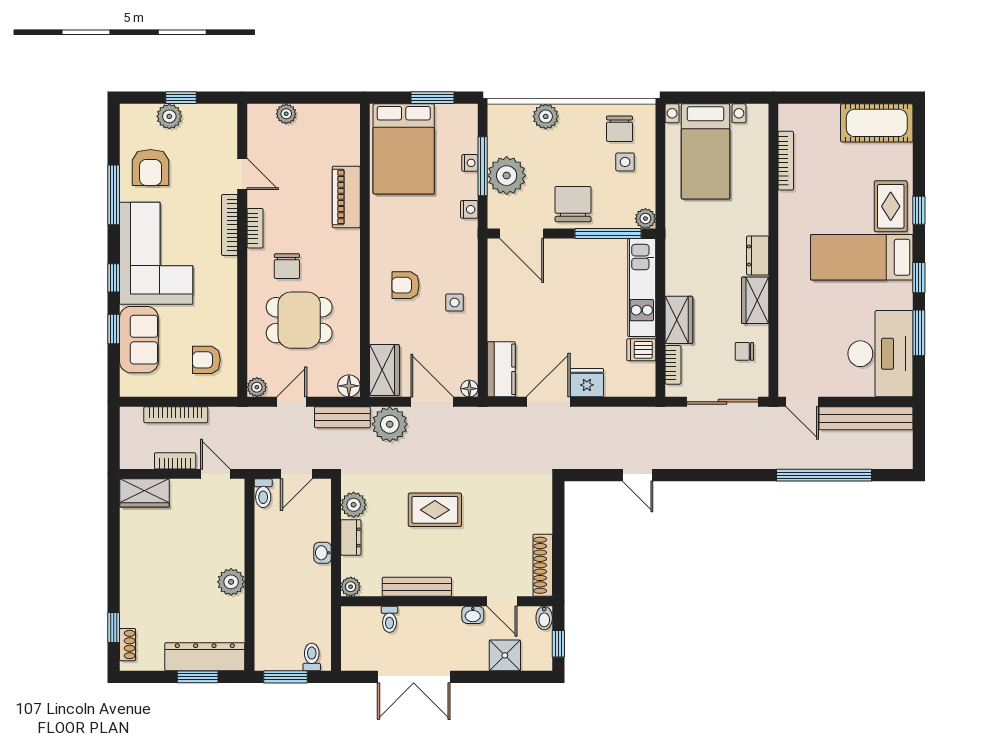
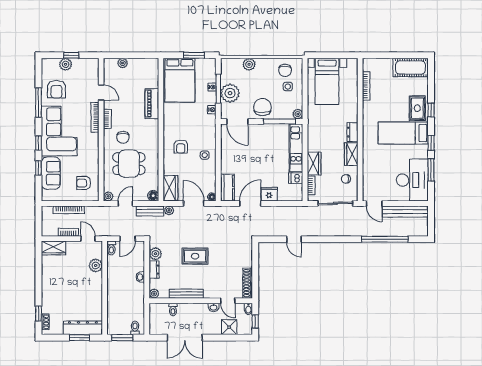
armchair: (405, 285) -> (181, 147), turned -90
plant: (390, 424) -> (169, 210), width x0.53, depth x0.53
plant: (231, 582) -> (96, 265), moved

